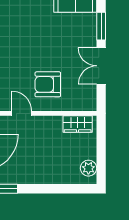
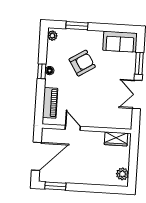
armchair: (48, 84) -> (82, 63), moved, turned 148

